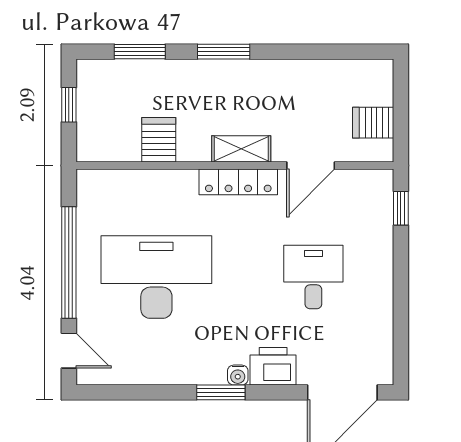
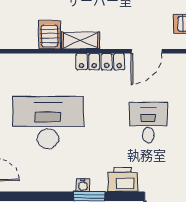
shelving: (241, 149) -> (81, 41), moved
water cooler: (238, 375) -> (83, 185), moved

